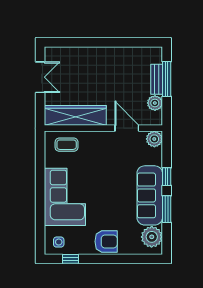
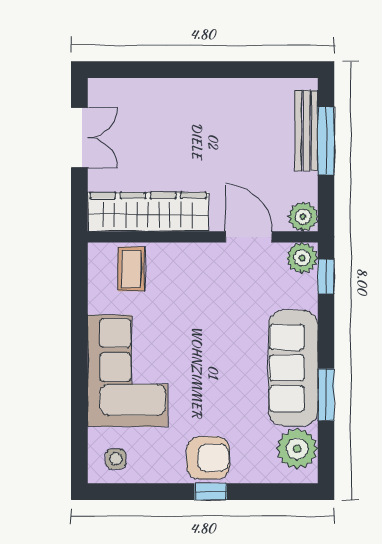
bench: (157, 79) -> (307, 131), width x1.36
plant: (155, 103) -> (303, 217), moved
coffee table: (67, 145) -> (131, 269), turned 90
window: (167, 177) -> (326, 276), moved
window: (70, 259) -> (211, 492), moved

